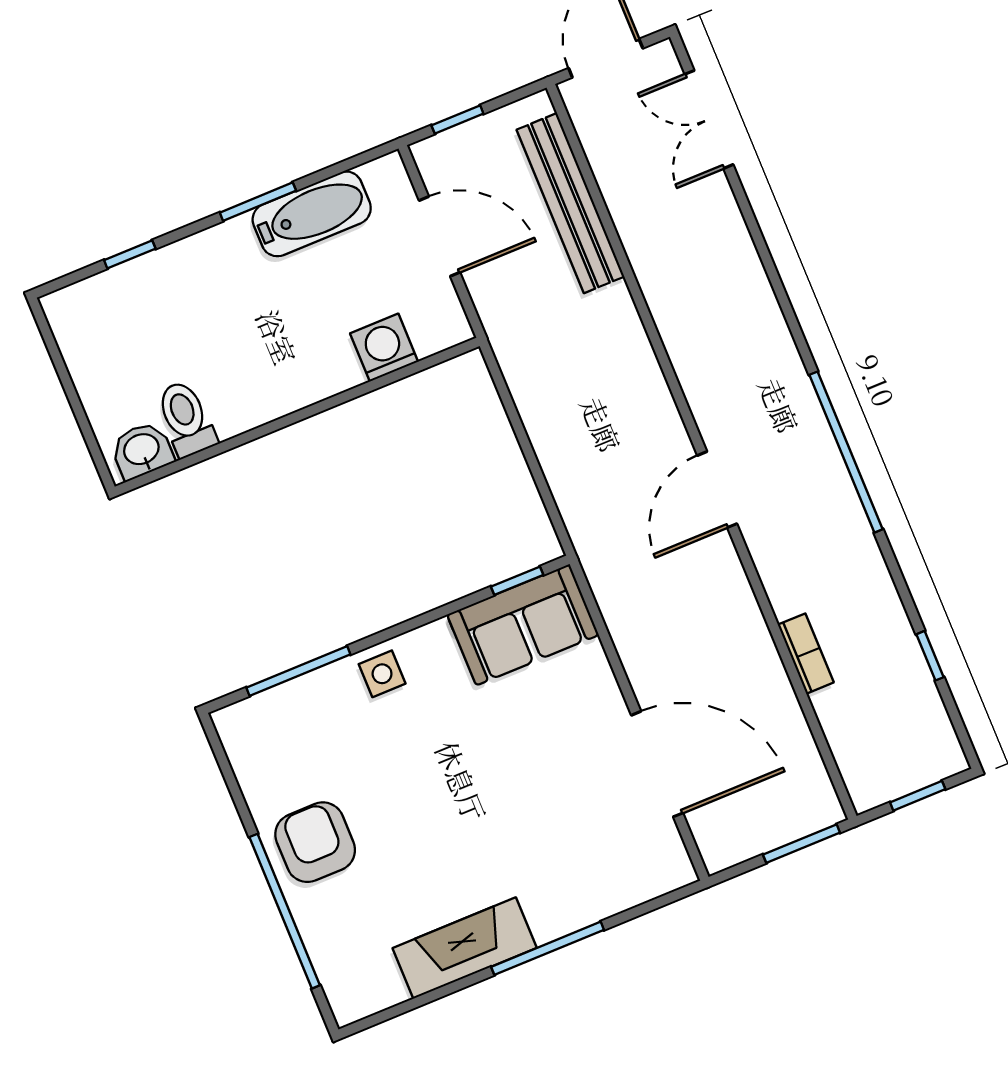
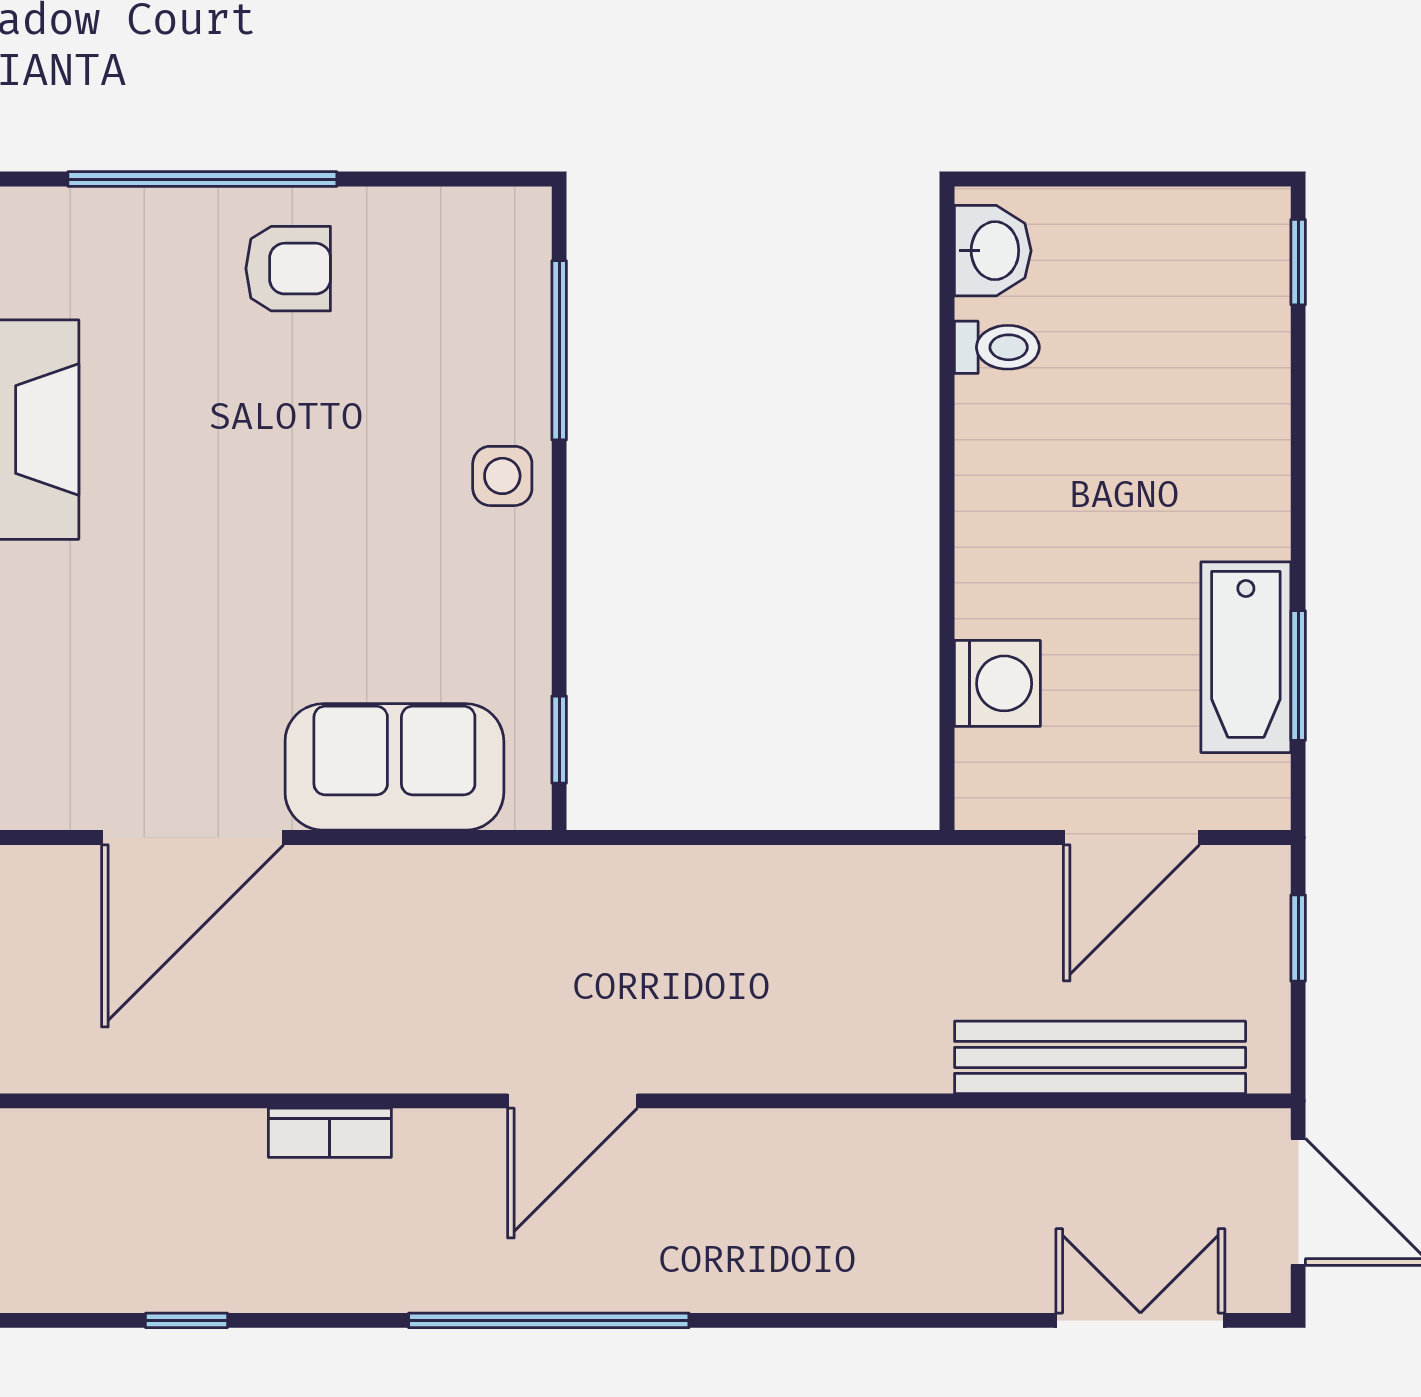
window: (258, 202) -> (1298, 676), moved
window: (130, 254) -> (1298, 262), moved
toilet: (186, 419) -> (997, 347), width x0.73, depth x0.72
door: (717, 490) -> (572, 1101), swing flipped
sofa: (523, 625) -> (394, 767), moved, turned 90
bookcase: (806, 654) -> (330, 1133), moved
armchair: (315, 842) -> (288, 269), width x0.72, depth x0.72

